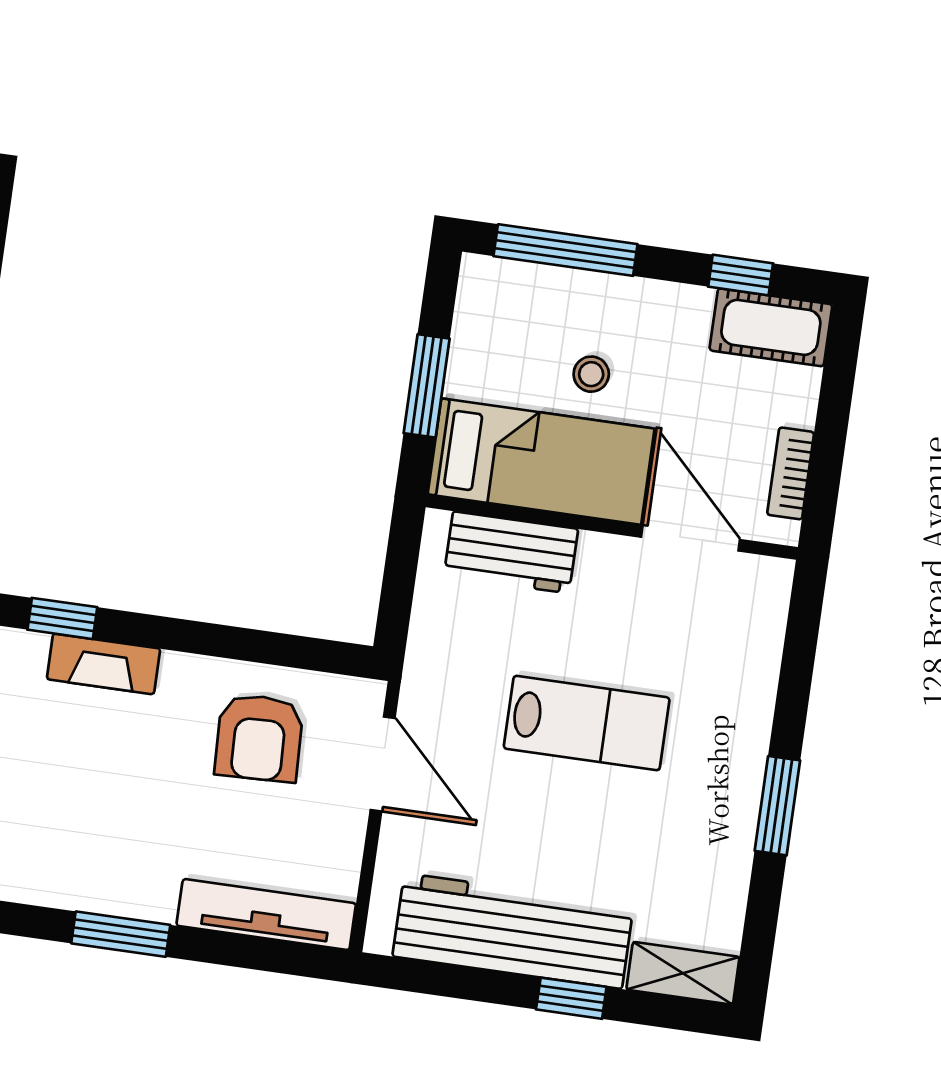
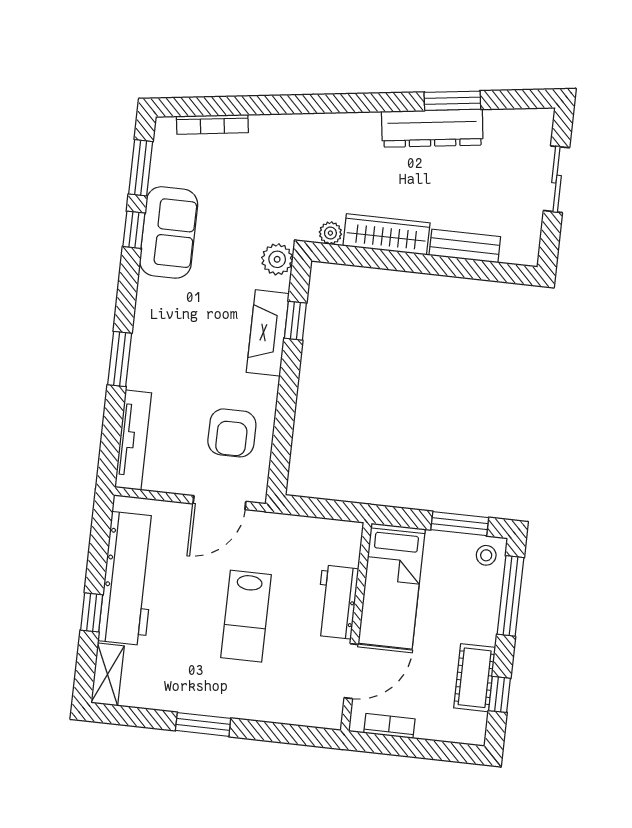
cot: (771, 327) -> (475, 678), moved
stool: (591, 374) -> (486, 555), moved
window: (427, 386) -> (460, 524), moved
workbench: (511, 552) -> (337, 602), moved
fireplace: (103, 664) -> (268, 333), width x1.37, depth x1.32
armchair: (259, 738) -> (232, 433), turned -88

